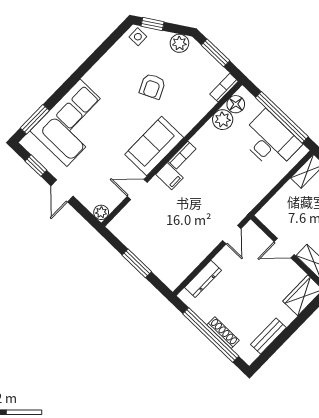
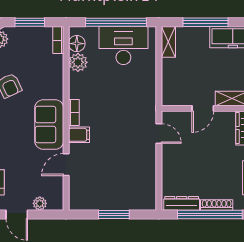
plant: (101, 212) -> (40, 203), moved
dresser: (203, 279) -> (182, 203), moved, turned -90

